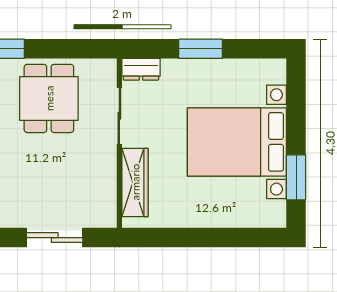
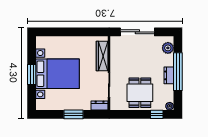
window: (296, 177) -> (32, 74), moved
sliding door: (55, 238) -> (137, 32), width x1.37

